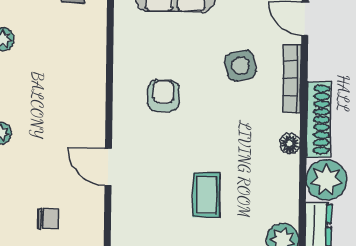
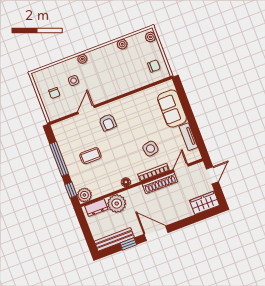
armchair: (163, 96) -> (108, 122), moved, turned 87
shoe rack: (319, 119) -> (160, 183), moved
side table: (38, 169) -> (74, 81), added

